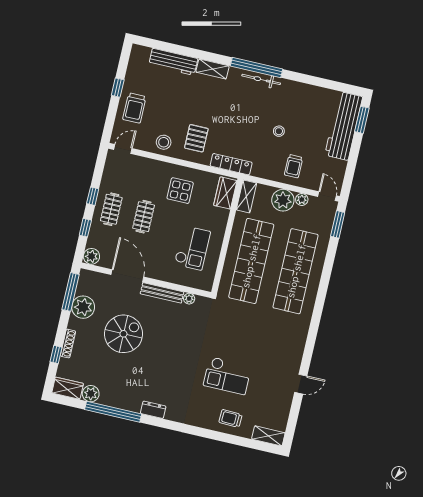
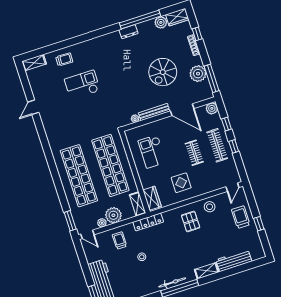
locker: (231, 164) -> (148, 222), moved
clothes rail: (111, 209) -> (217, 145), width x1.36
dresser: (153, 410) -> (128, 32), moved

